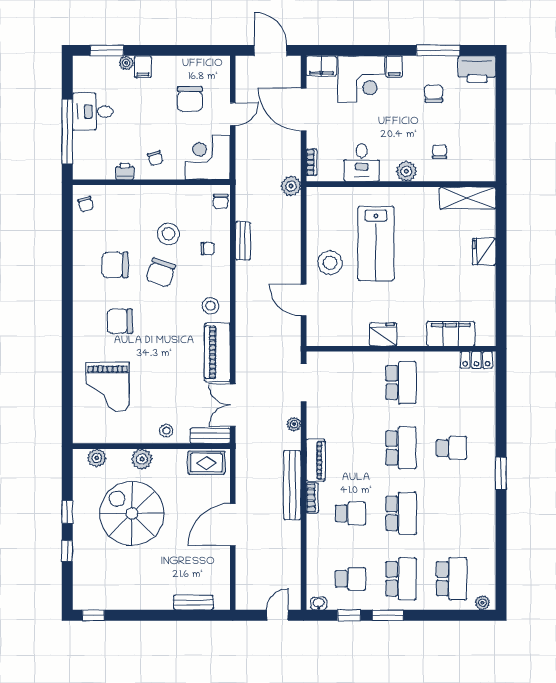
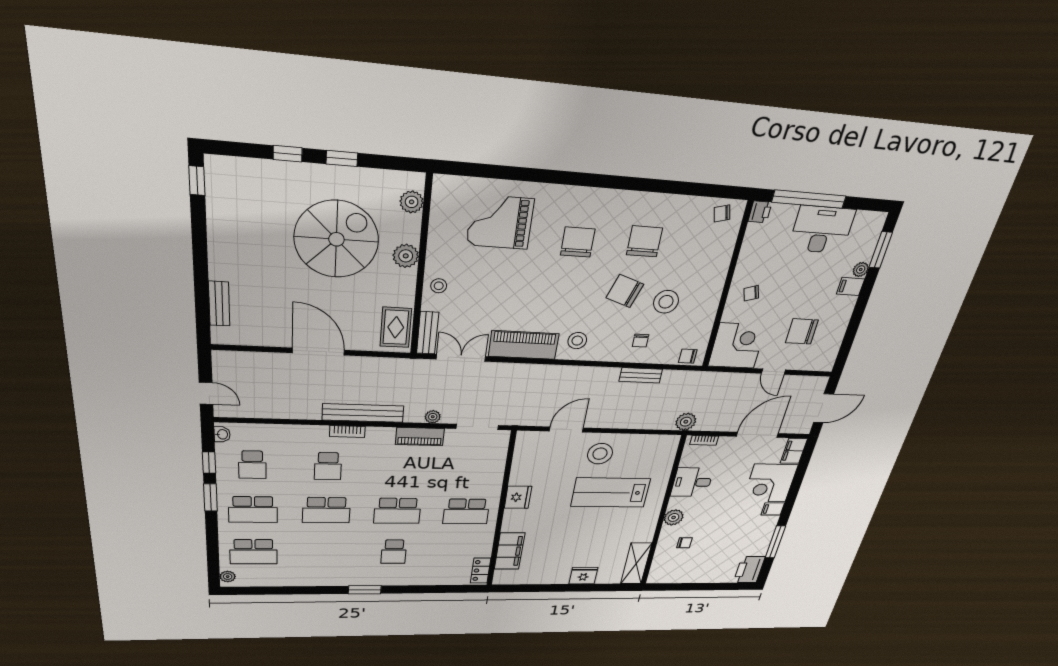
chair: (434, 93) -> (738, 539), removed
desk: (93, 112) -> (822, 230), width x1.37
printer: (125, 171) -> (760, 212), moved
piano: (316, 460) -> (420, 437), moved

